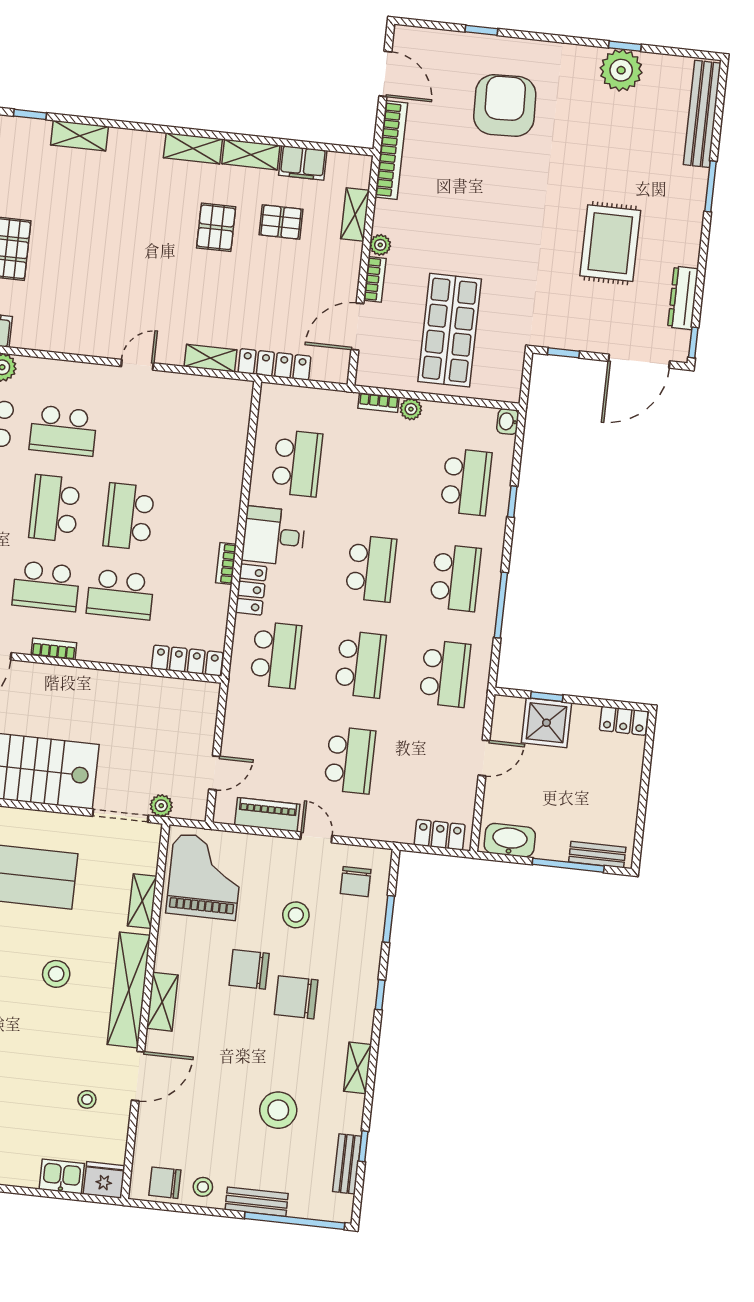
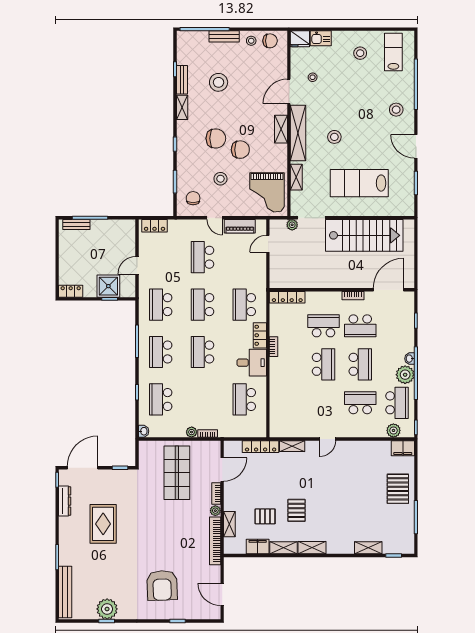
bookcase: (391, 150) -> (215, 541), moved
school desk: (46, 586) -> (360, 326), turned 180
washbasin: (510, 840) -> (120, 227), removed
bench: (347, 1164) -> (182, 80), moved

